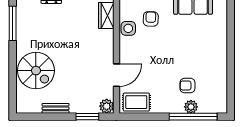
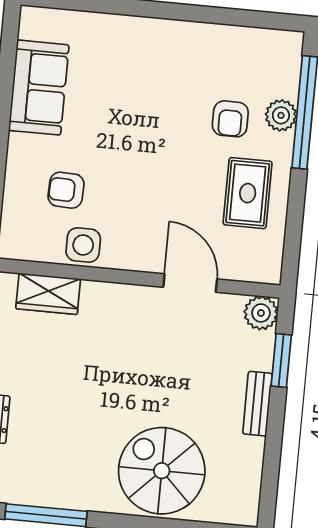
spiral stairs: (36, 71) -> (162, 471), turned -90
rug: (136, 102) -> (248, 193), moved
bench: (56, 108) -> (257, 404), moved

